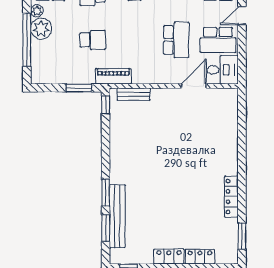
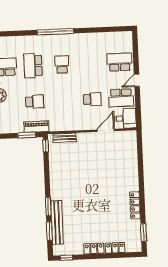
school desk: (176, 40) -> (92, 99), width x0.54
piano: (113, 76) -> (36, 127), moved

